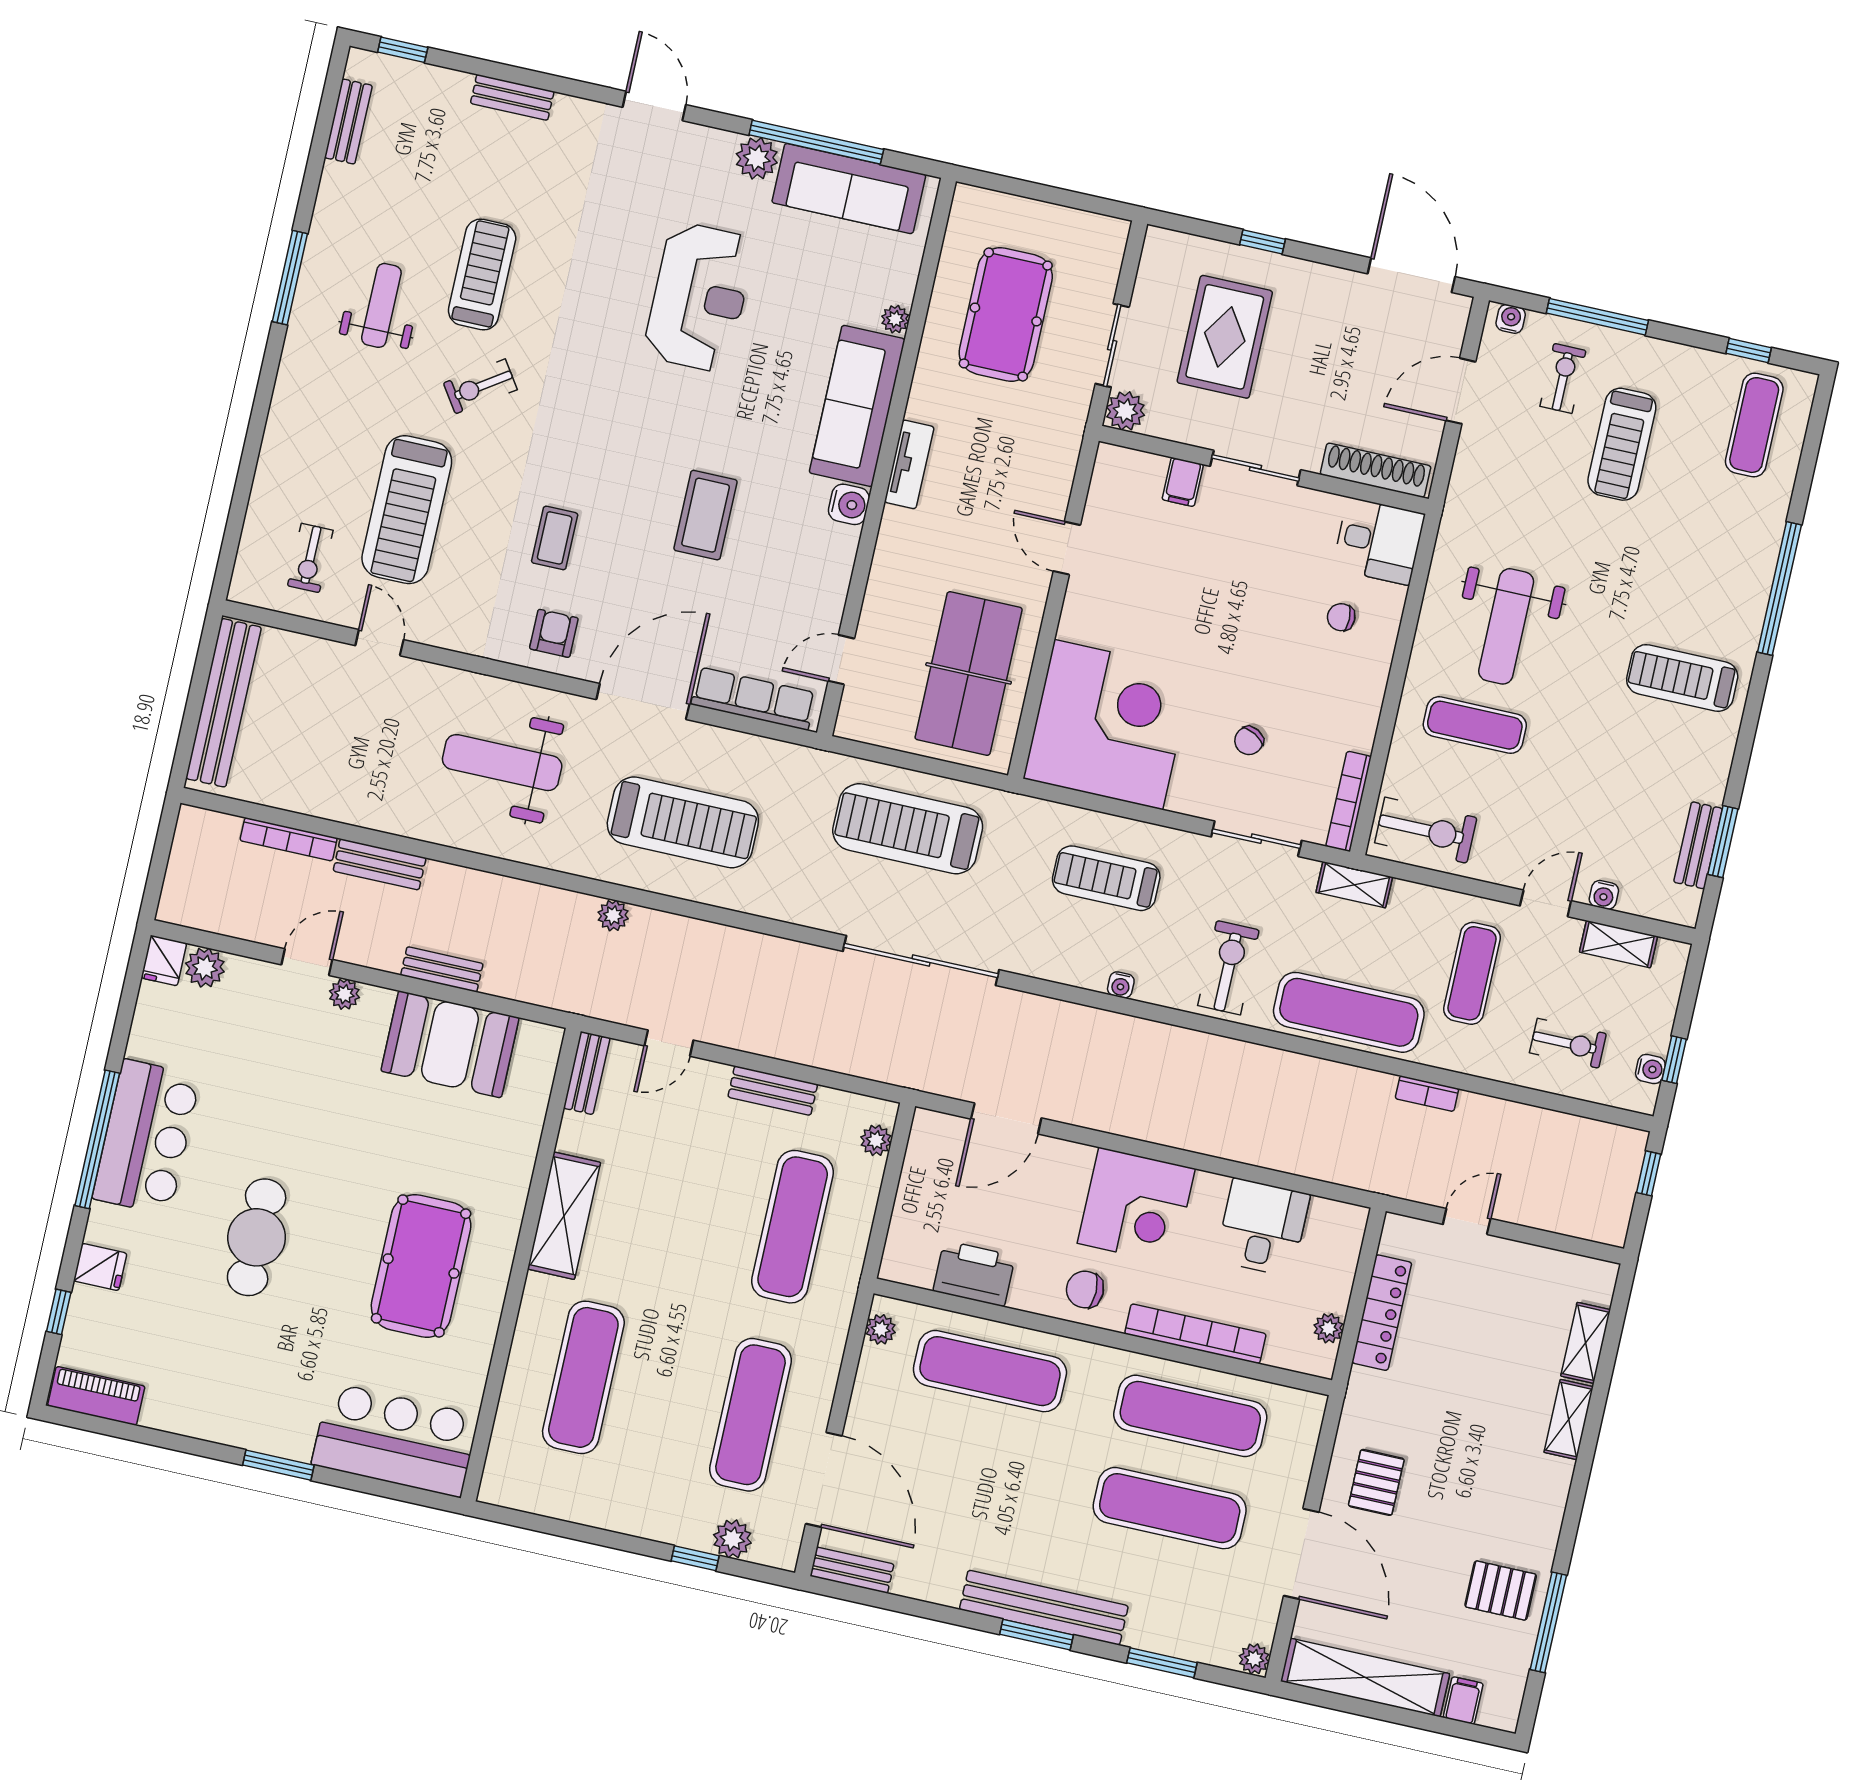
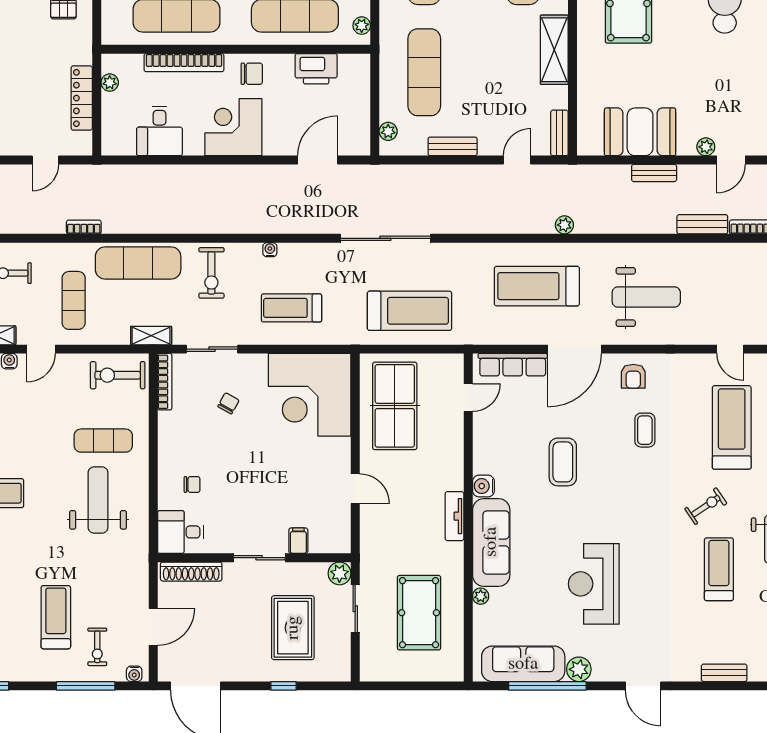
treadmill: (482, 275) -> (719, 569), turned 180
treadmill: (1106, 878) -> (292, 308), turned 180

